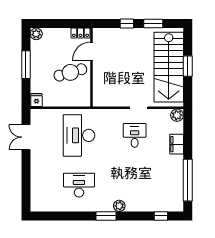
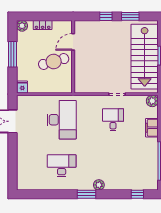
locker: (80, 33) -> (43, 25), moved
desk: (79, 135) -> (62, 120), turned 180

